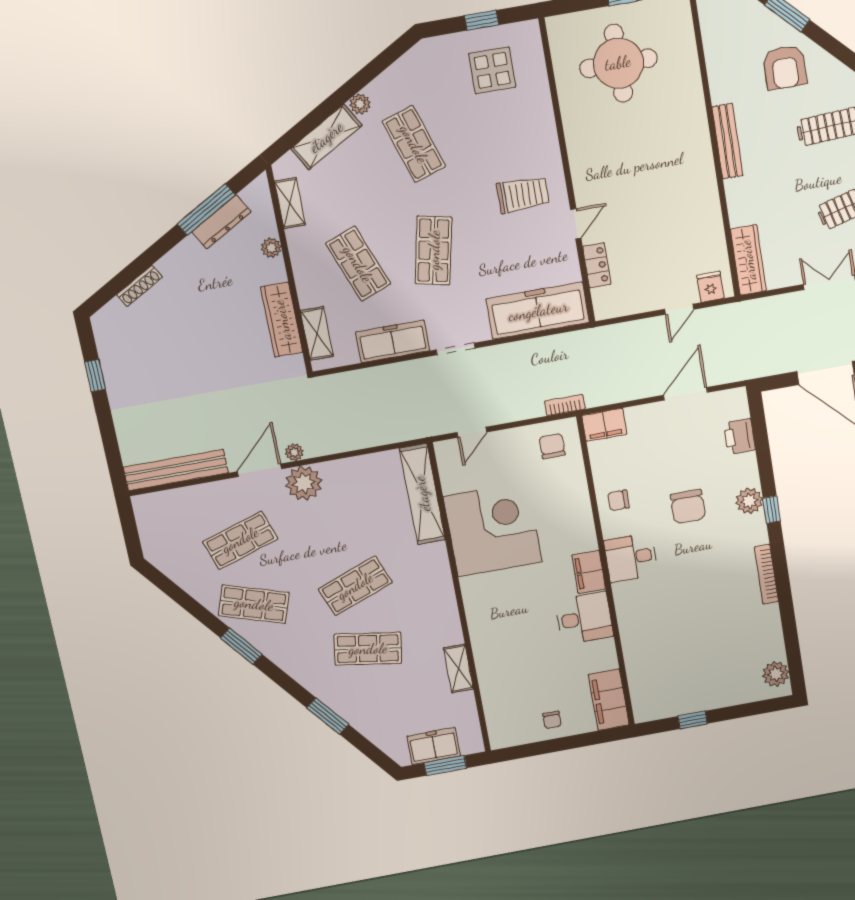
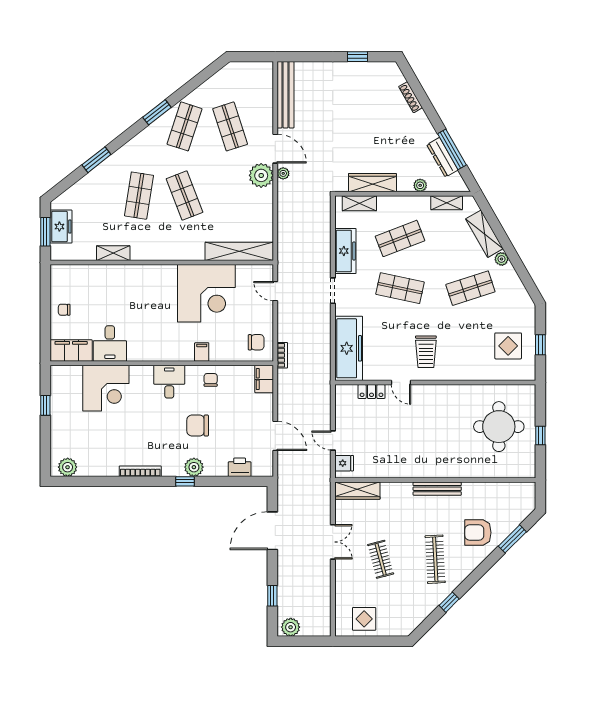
filing cabinet: (589, 572) -> (202, 352), moved, width x0.50
desk: (584, 618) -> (110, 344), moved
corner desk: (655, 643) -> (106, 388), added

